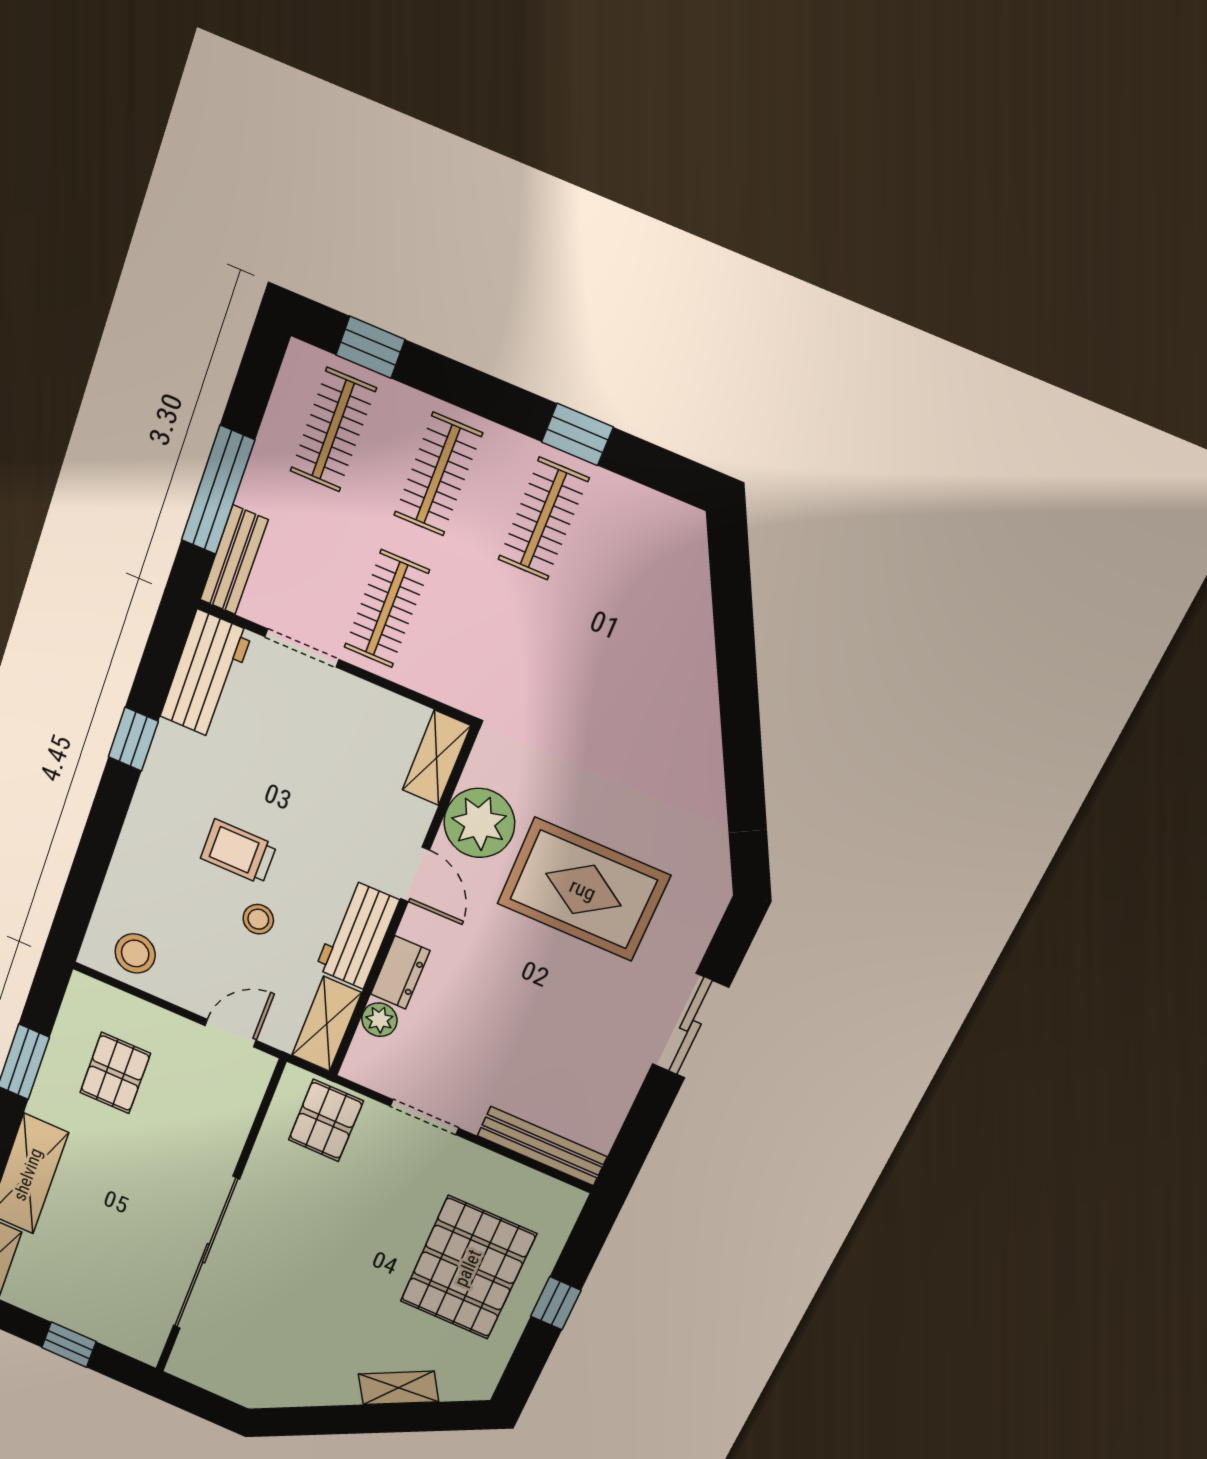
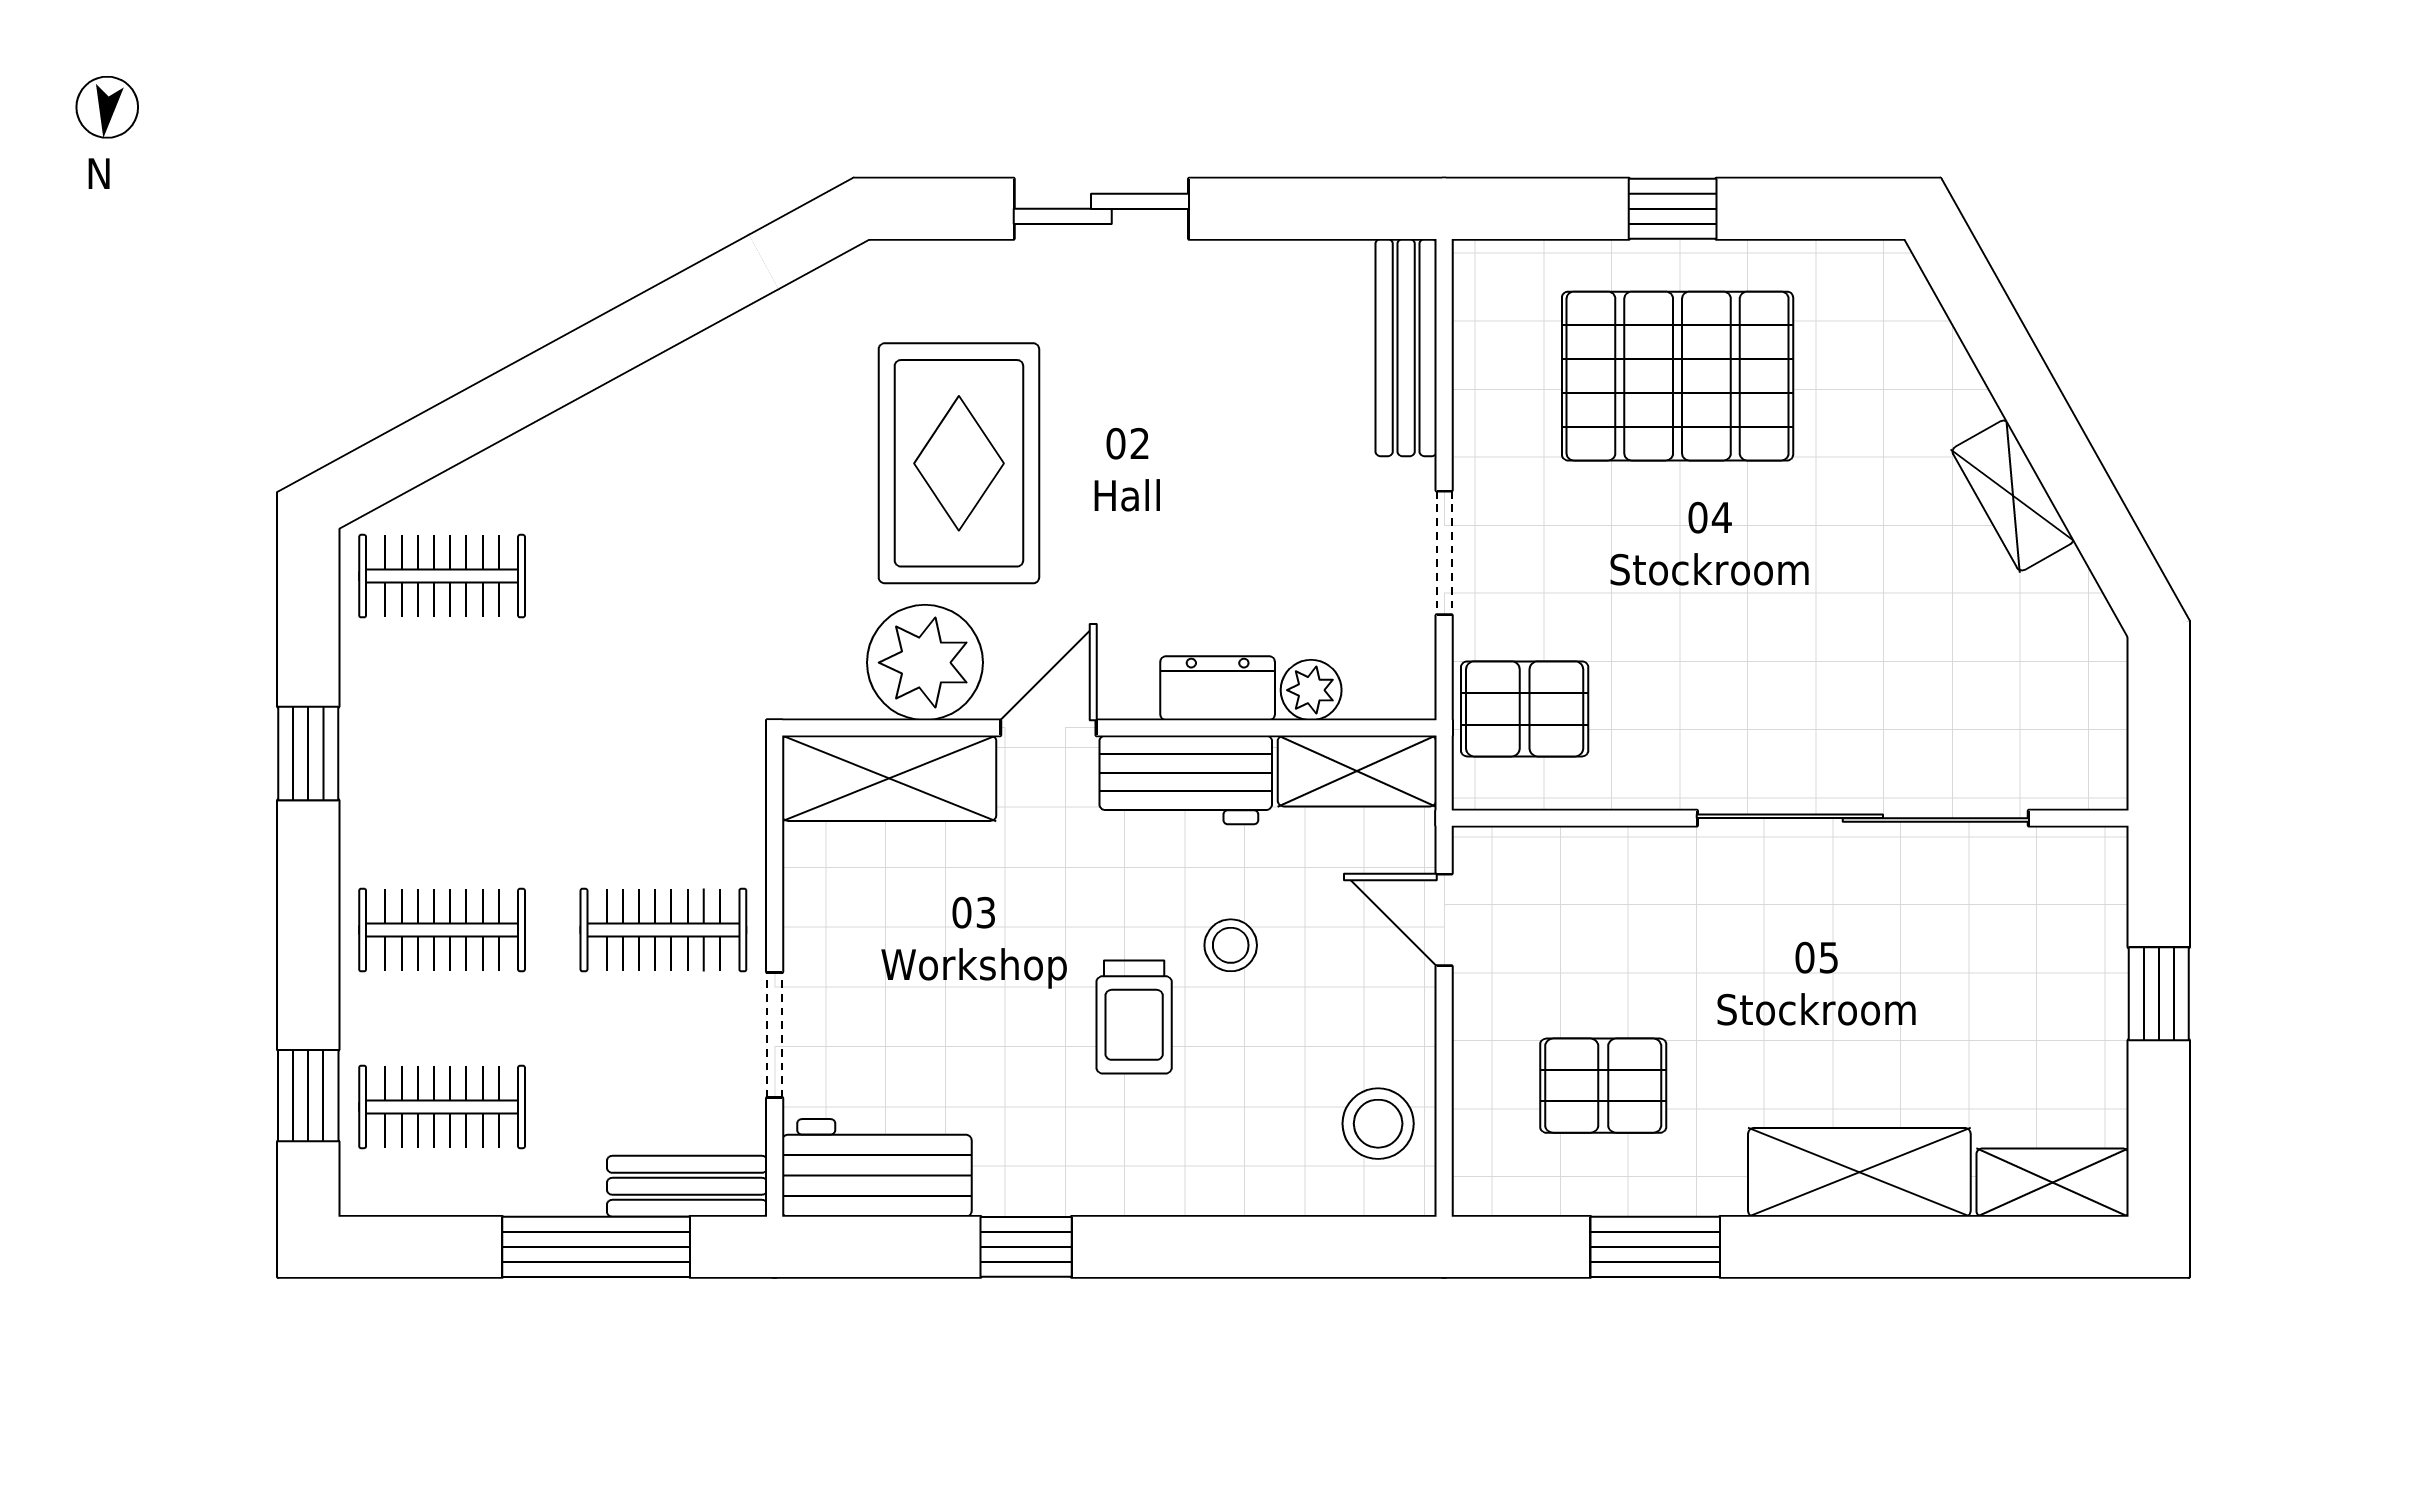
clothes rail: (543, 519) -> (442, 576), moved
shelving: (436, 758) -> (889, 778), width x1.50, depth x1.33
shelving: (399, 1388) -> (2013, 496), moved

